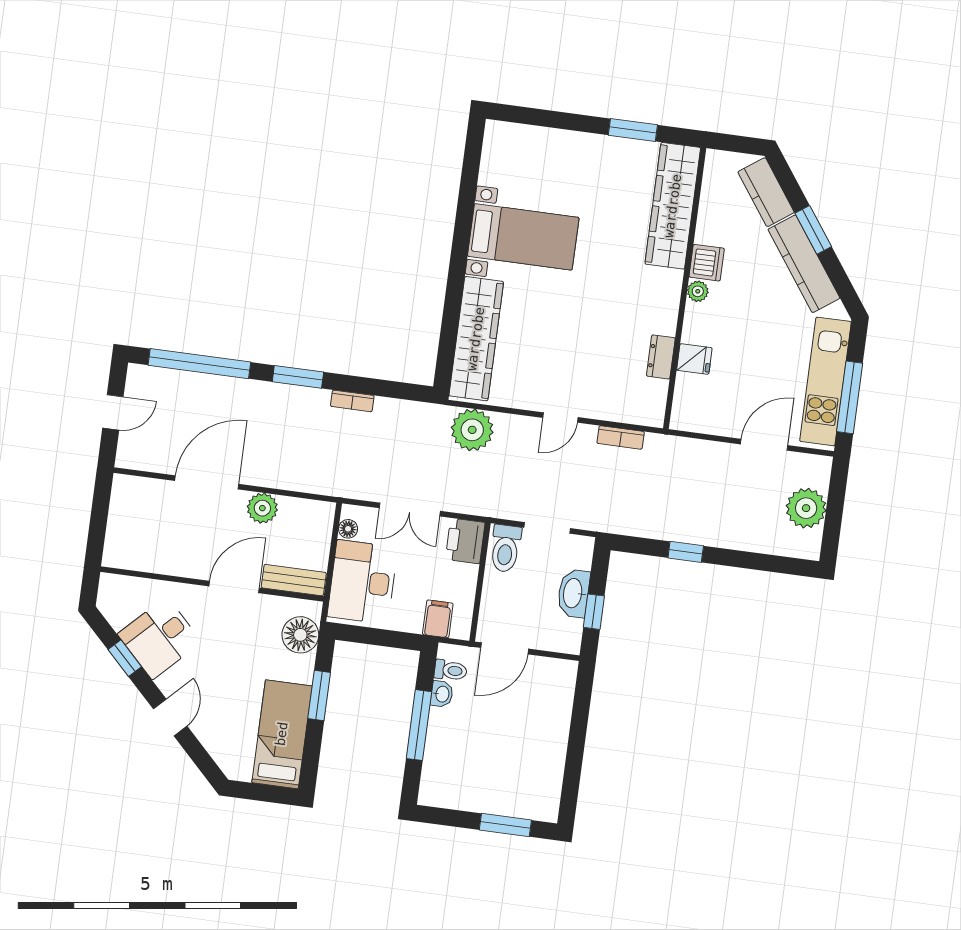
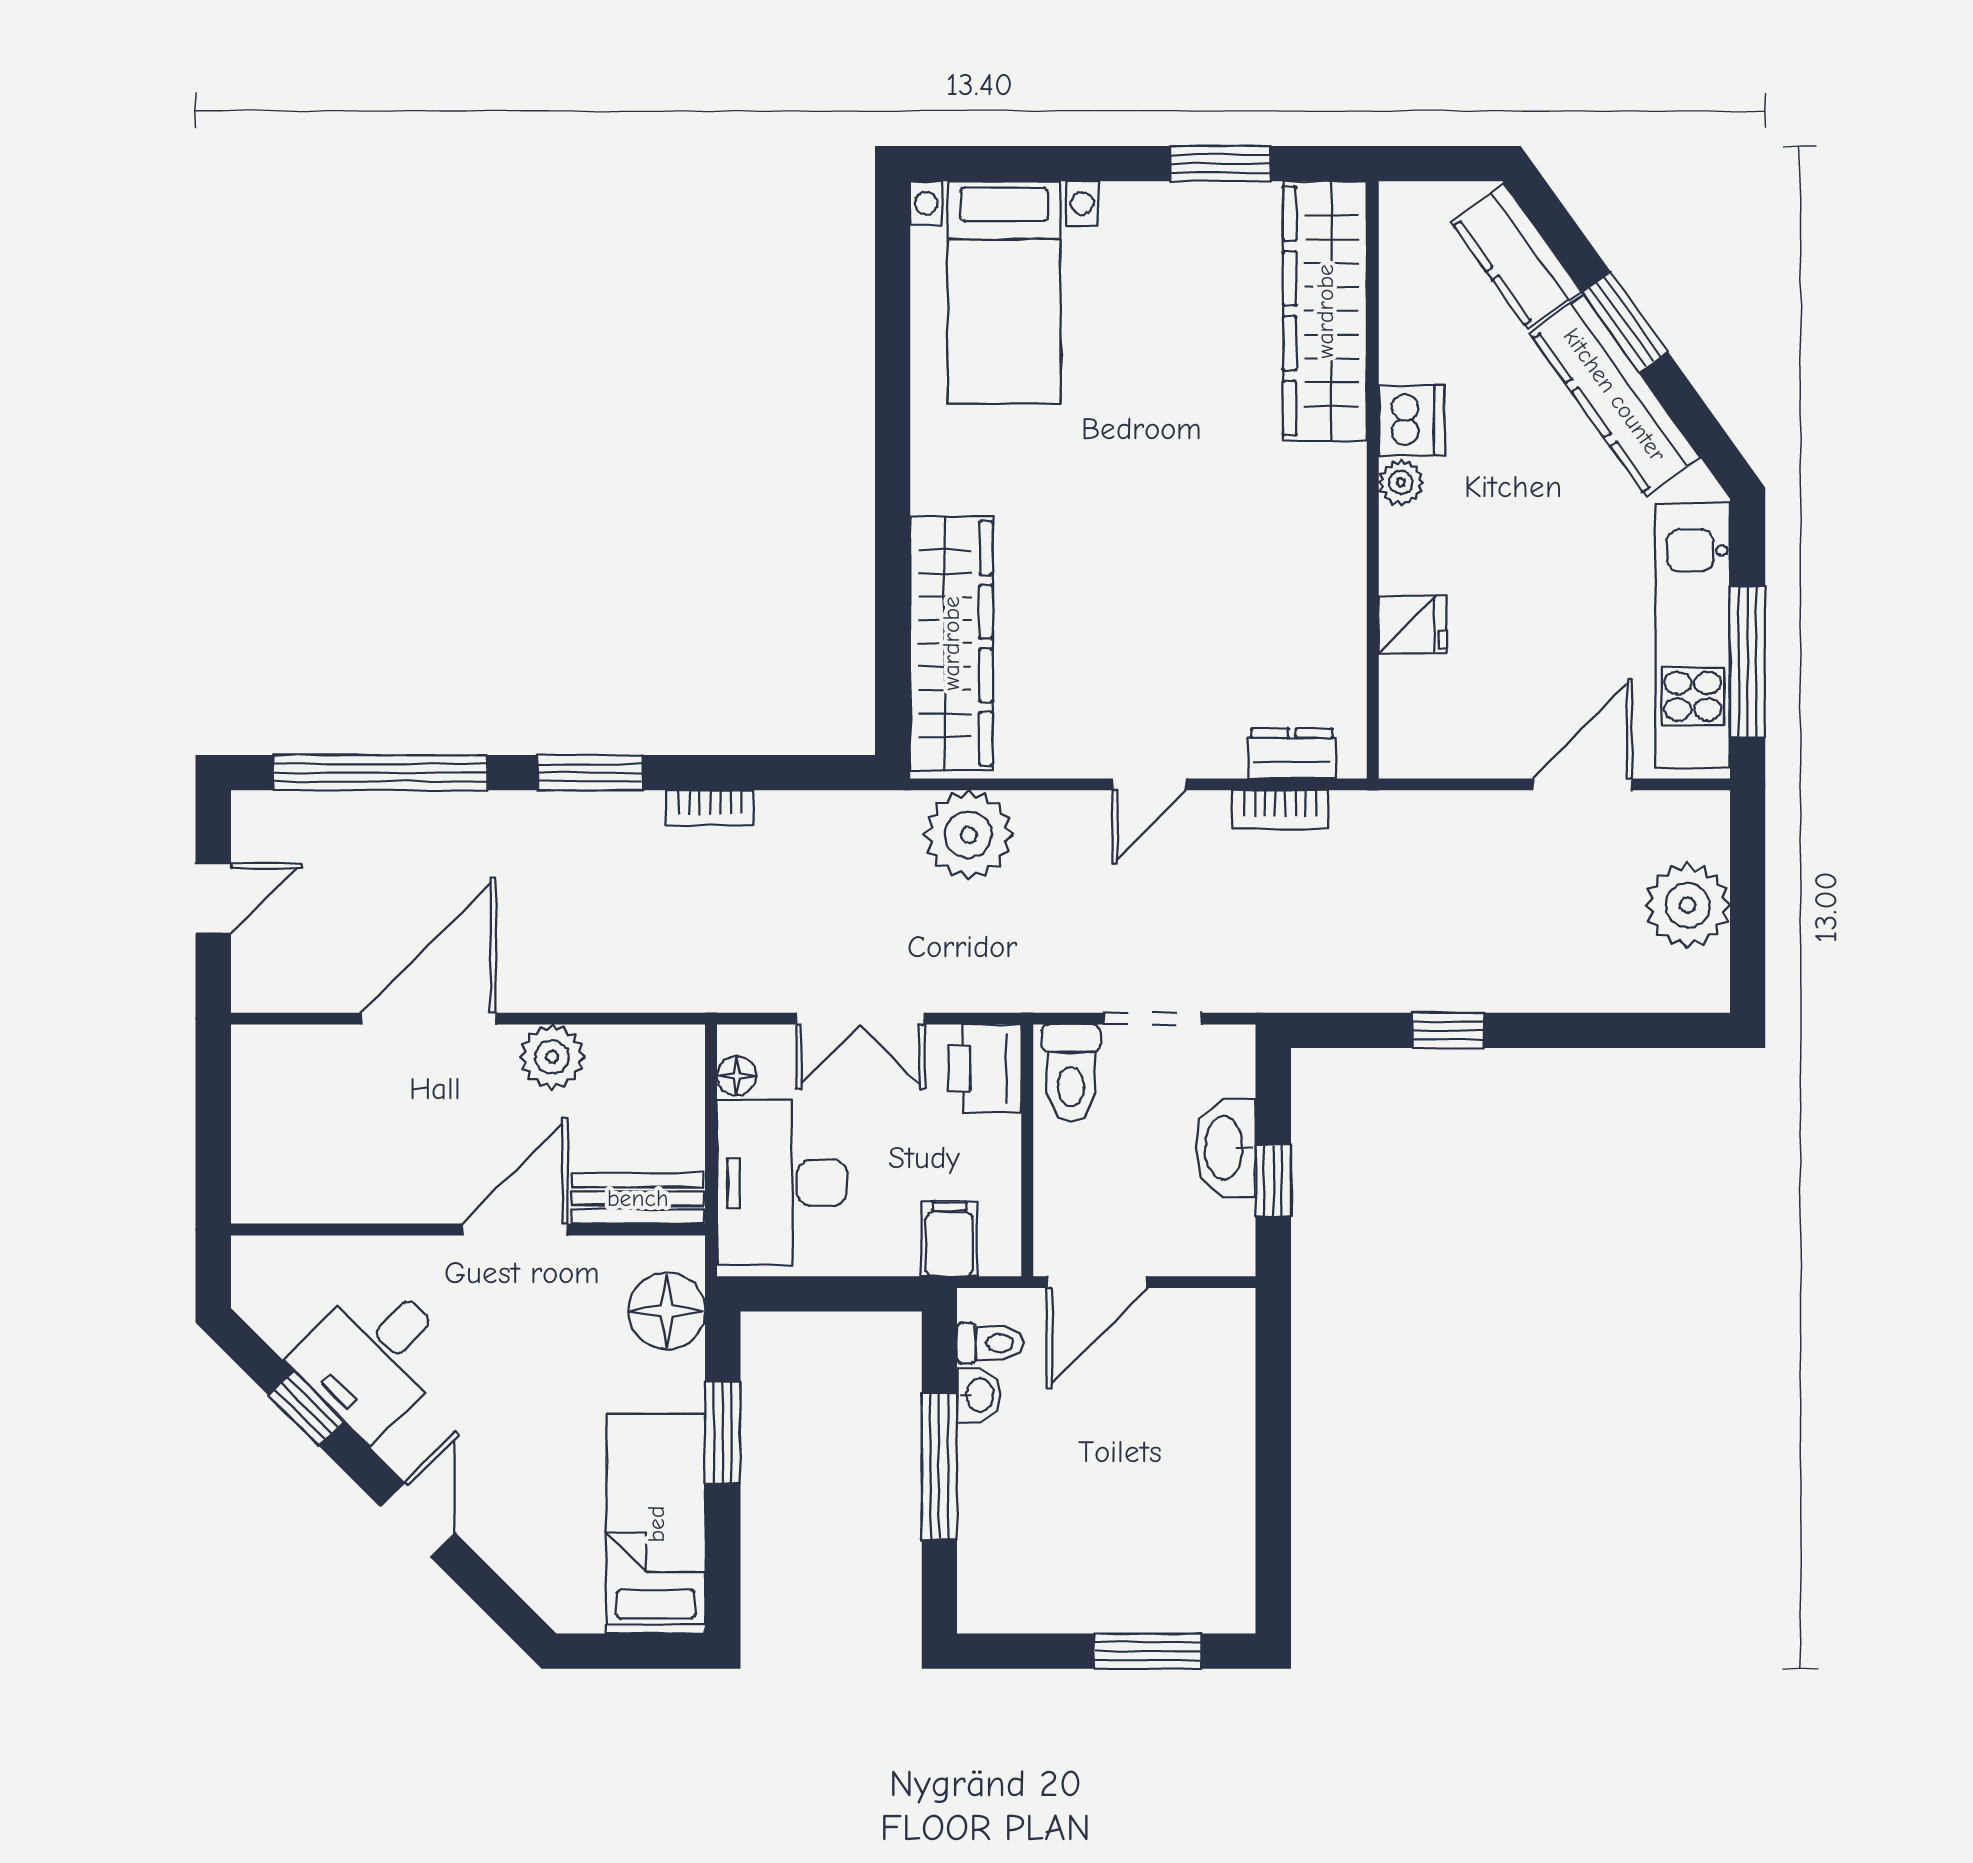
bed with nightstands: (523, 237) -> (1004, 292), moved, turned 90
dresser: (661, 357) -> (1292, 754), moved, turned 90

